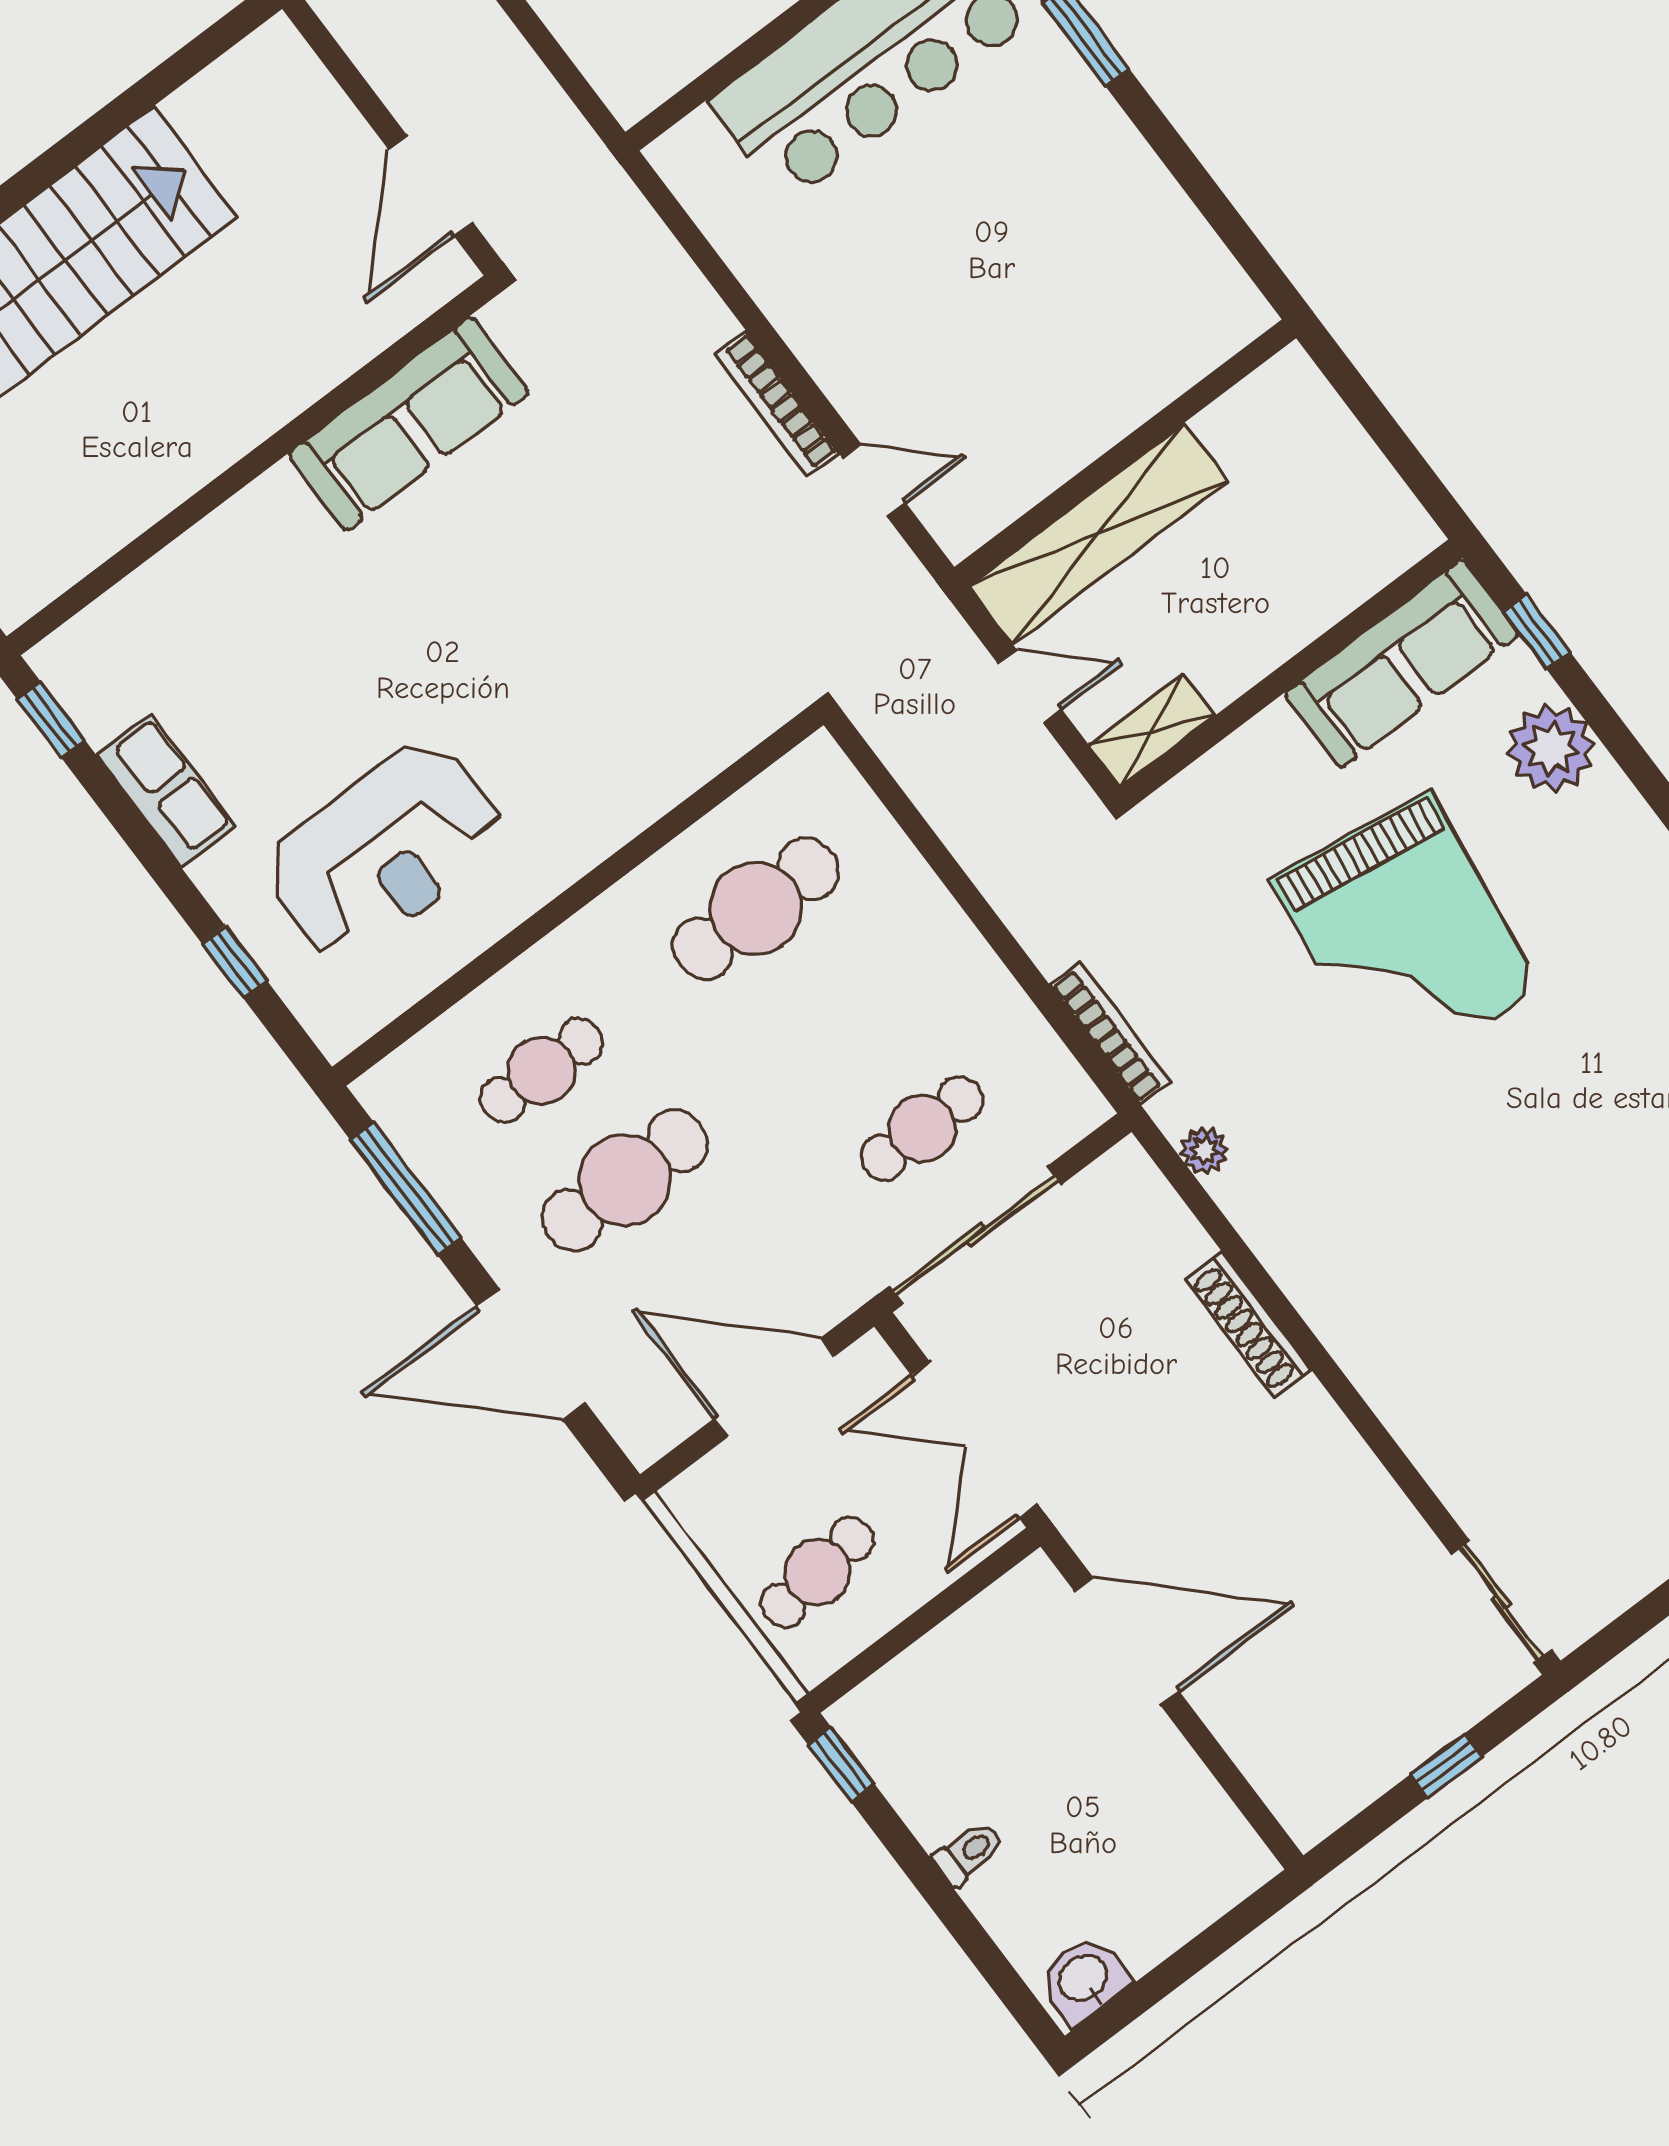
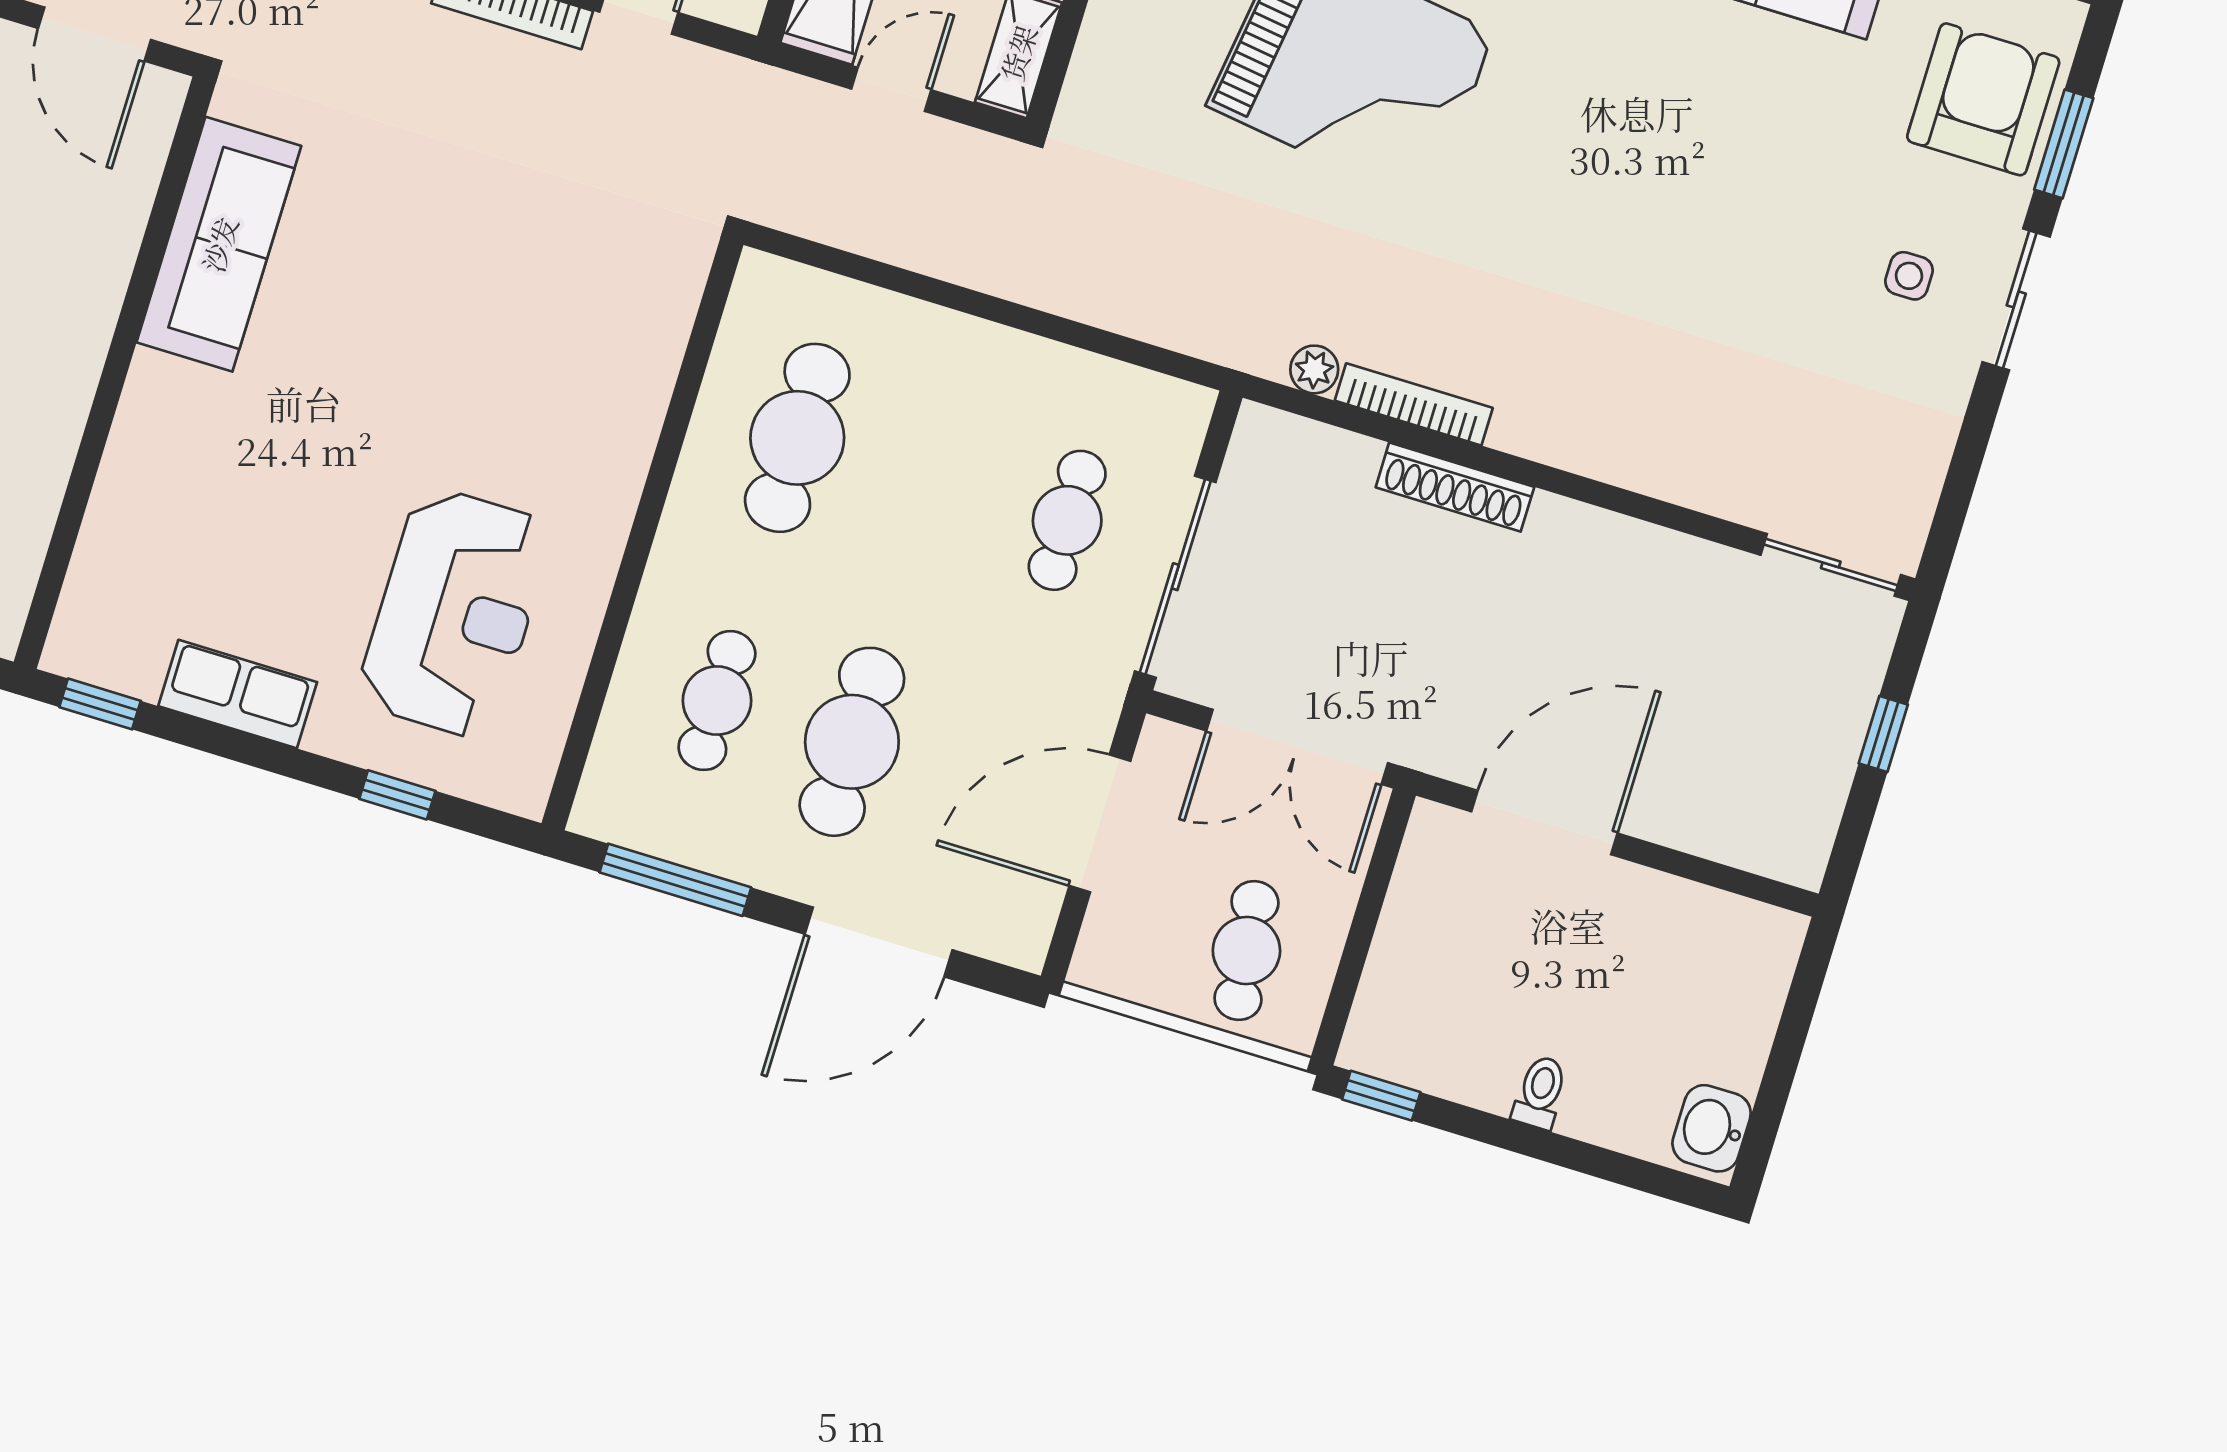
bookcase: (1110, 1033) -> (1414, 404), moved

